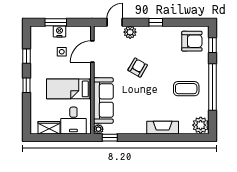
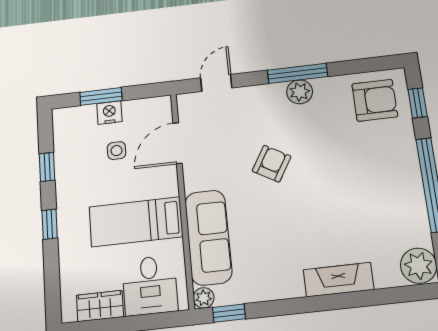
window: (156, 22) -> (298, 73), width x2.17
plant: (130, 32) -> (300, 92), moved
coffee table: (186, 89) -> (377, 194), removed

